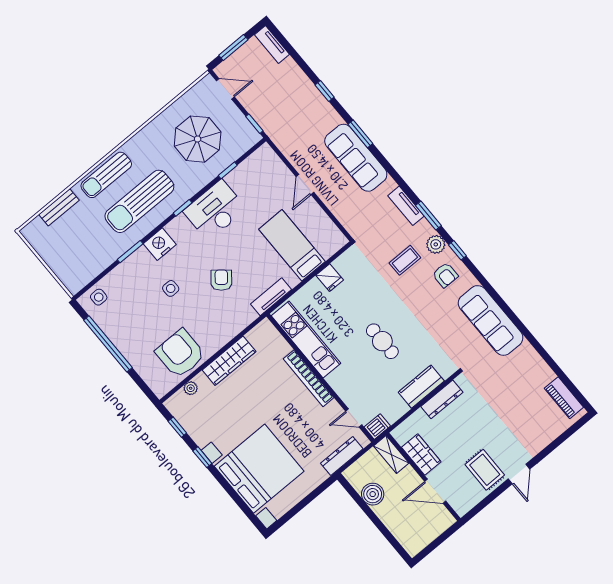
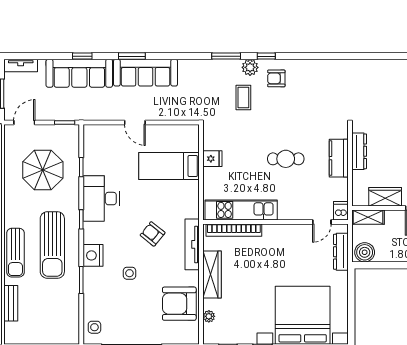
tv unit: (406, 206) -> (207, 66), removed
armchair: (445, 275) -> (276, 78), turned 180
tv unit: (271, 297) -> (192, 244), moved, width x1.41
sofa: (491, 320) -> (79, 73), moved
bookcase: (309, 378) -> (234, 230), moved
boiler: (373, 494) -> (365, 252), moved

